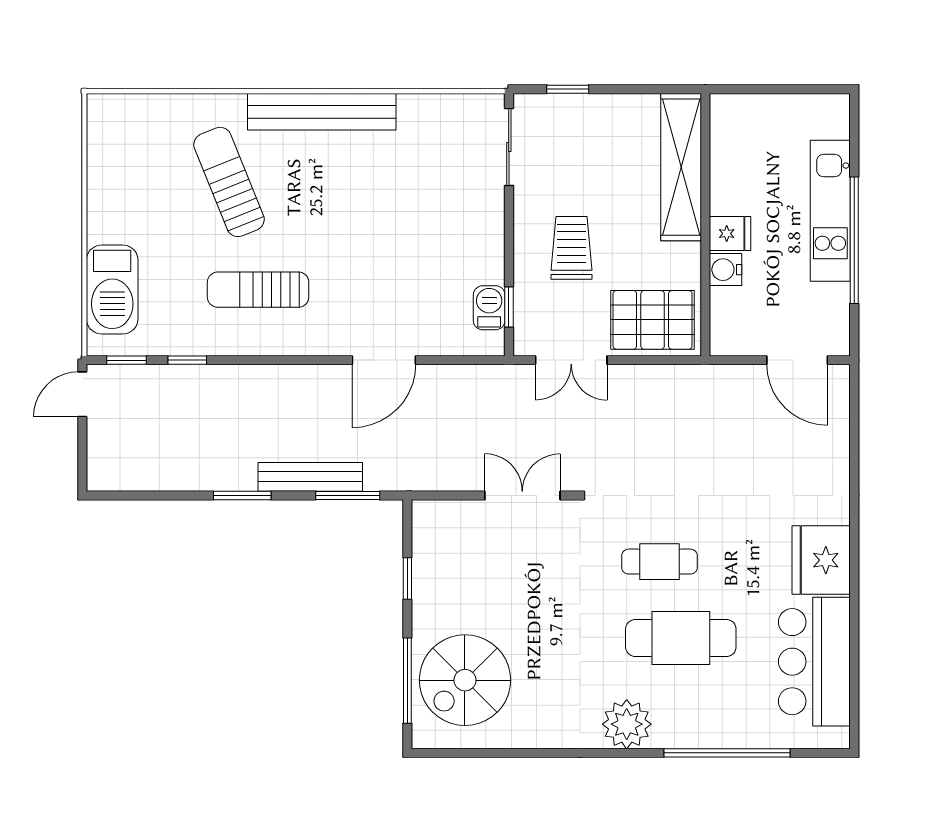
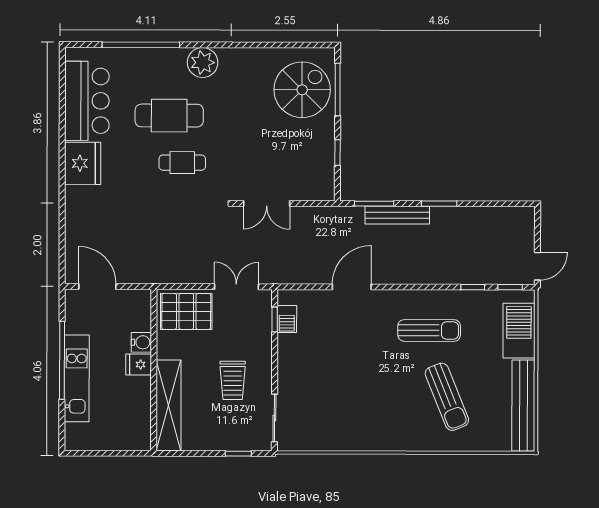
bench: (322, 112) -> (523, 406), moved, turned 90
trolley: (572, 248) -> (233, 380), moved

